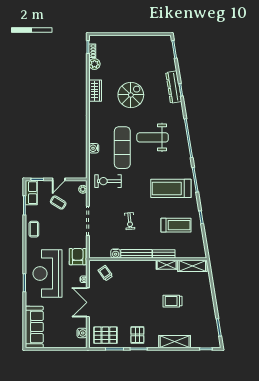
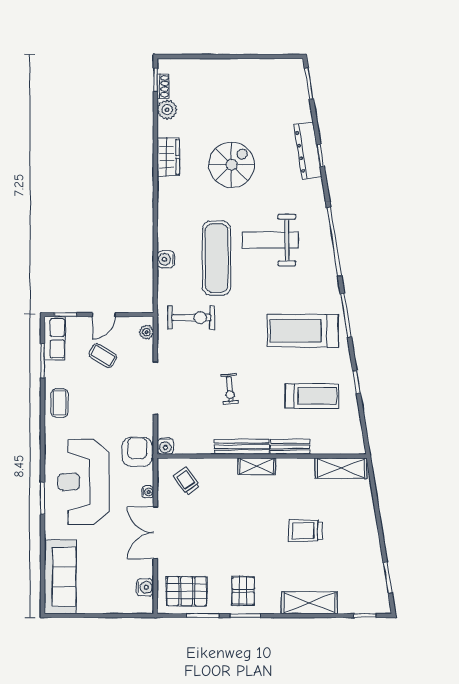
exercise bike: (108, 181) -> (191, 318), turned 180
water cooler: (116, 253) -> (165, 446), moved
shelving: (167, 265) -> (257, 466), moved

